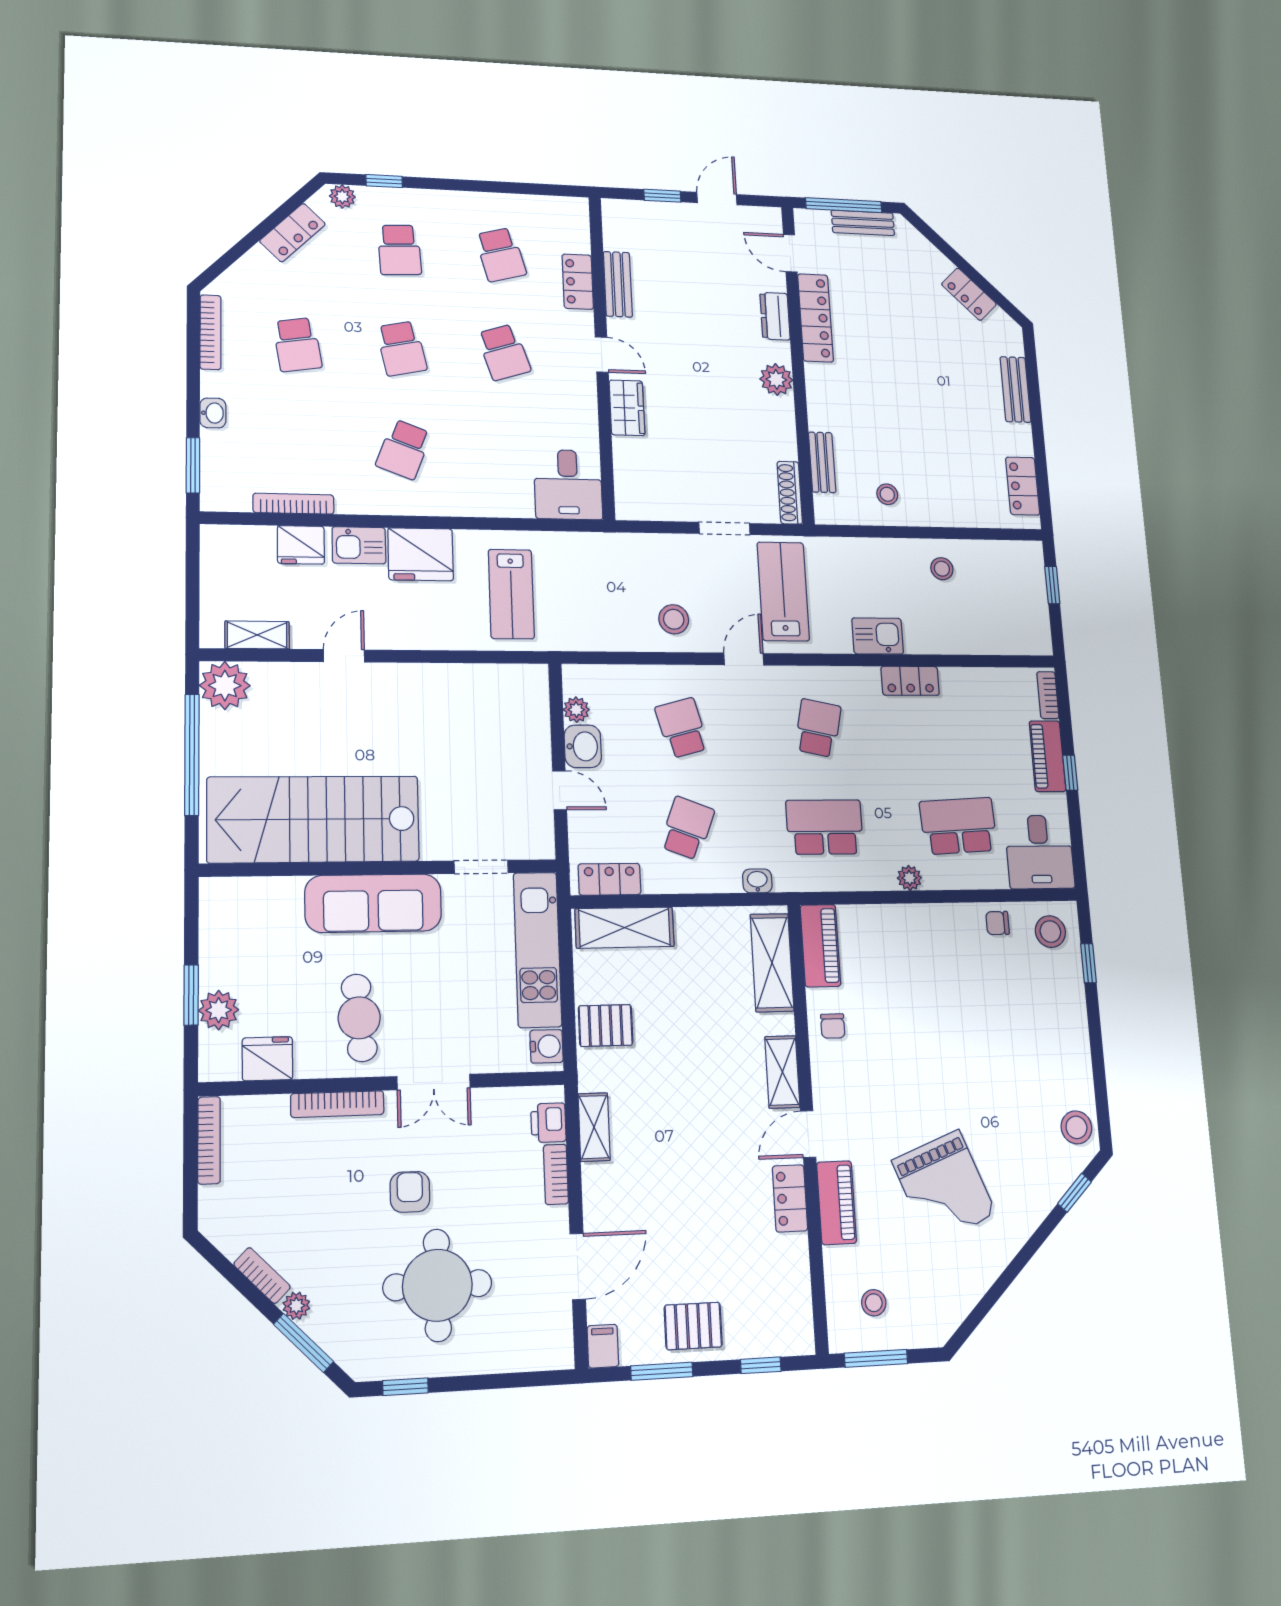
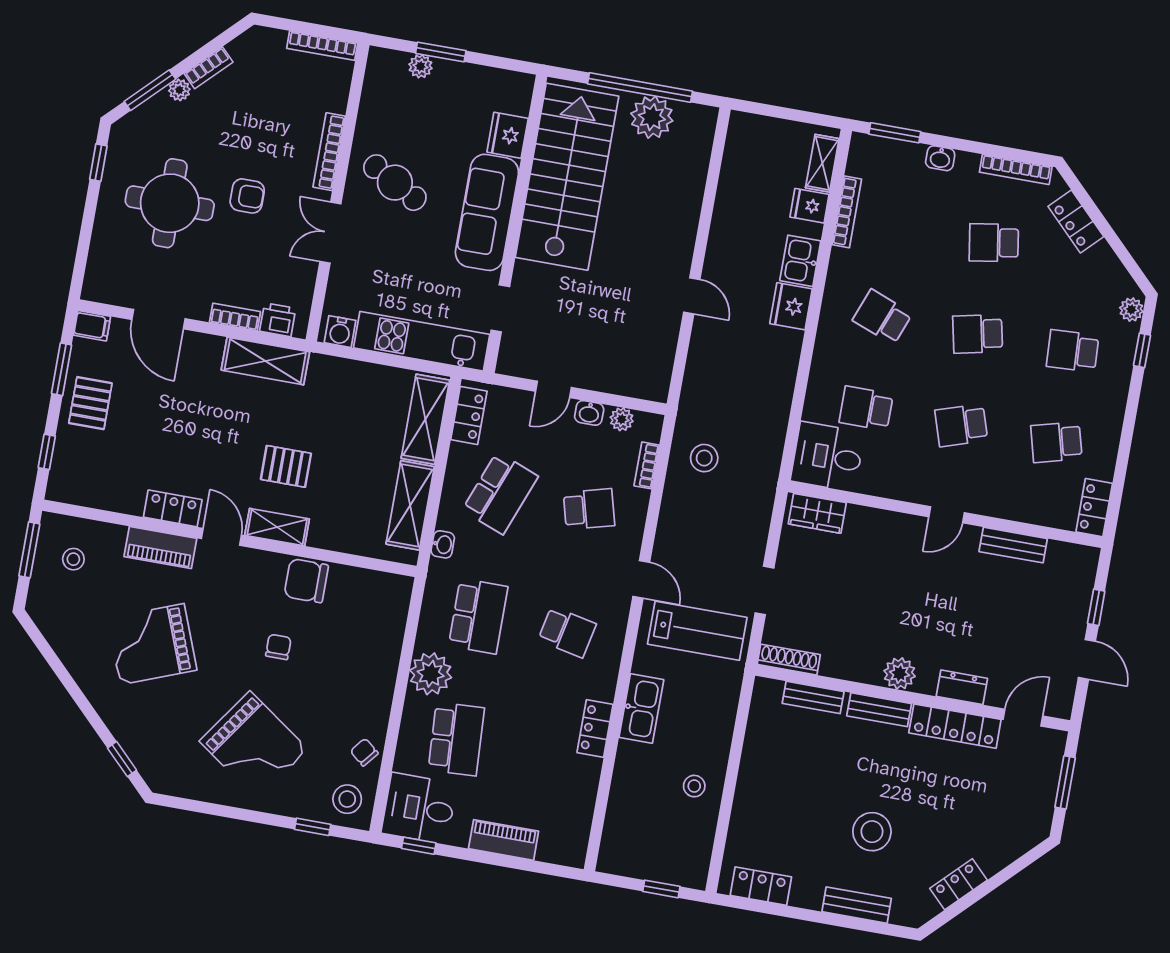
window: (844, 205) -> (1065, 782), width x0.69
bench: (863, 223) -> (879, 710), moved, turned 90
locker: (293, 233) -> (1076, 221), moved
locker: (578, 282) -> (1094, 508), moved, turned -90
wardrobe: (627, 408) -> (817, 513), moved
school desk: (507, 452) -> (866, 408), added
stool: (887, 494) -> (872, 832), moved, width x1.89, depth x1.89
fridge: (301, 545) -> (810, 206), width x0.72
fridge: (421, 554) -> (791, 306), width x0.73, depth x0.75
lab bench: (511, 594) -> (735, 384), removed
stool: (674, 619) -> (704, 458), moved
shelving: (257, 635) -> (822, 163), moved
kitchen sink: (878, 636) -> (641, 709), width x1.38
door: (344, 656) -> (692, 296), moved
plant: (225, 686) -> (652, 117), moved
bookcase: (1048, 695) -> (647, 465), moved, turned -90
washbasin: (583, 746) -> (589, 413), width x0.72, depth x0.69
window: (1070, 773) -> (419, 846), moved
school desk: (687, 828) -> (500, 493), width x1.85
plant: (909, 878) -> (431, 674), width x1.87, depth x1.87
chair: (998, 923) -> (364, 752), turned -51
piano: (820, 946) -> (376, 587), removed
shelving: (772, 963) -> (410, 505), moved, turned 90
plant: (219, 1010) -> (420, 66), width x0.73, depth x0.73
cafe table: (359, 1018) -> (395, 183), turned 34
pallet: (606, 1025) -> (286, 466), moved, turned 90
chair: (833, 1026) -> (306, 581), width x1.87, depth x1.87
chair: (911, 1042) -> (278, 647), added
grand piano: (1022, 1047) -> (254, 745), added
fridge: (267, 1059) -> (508, 135), moved, turned 180
shelving: (594, 1127) -> (265, 361), width x1.50, depth x1.33
stool: (1076, 1127) -> (176, 776), removed

